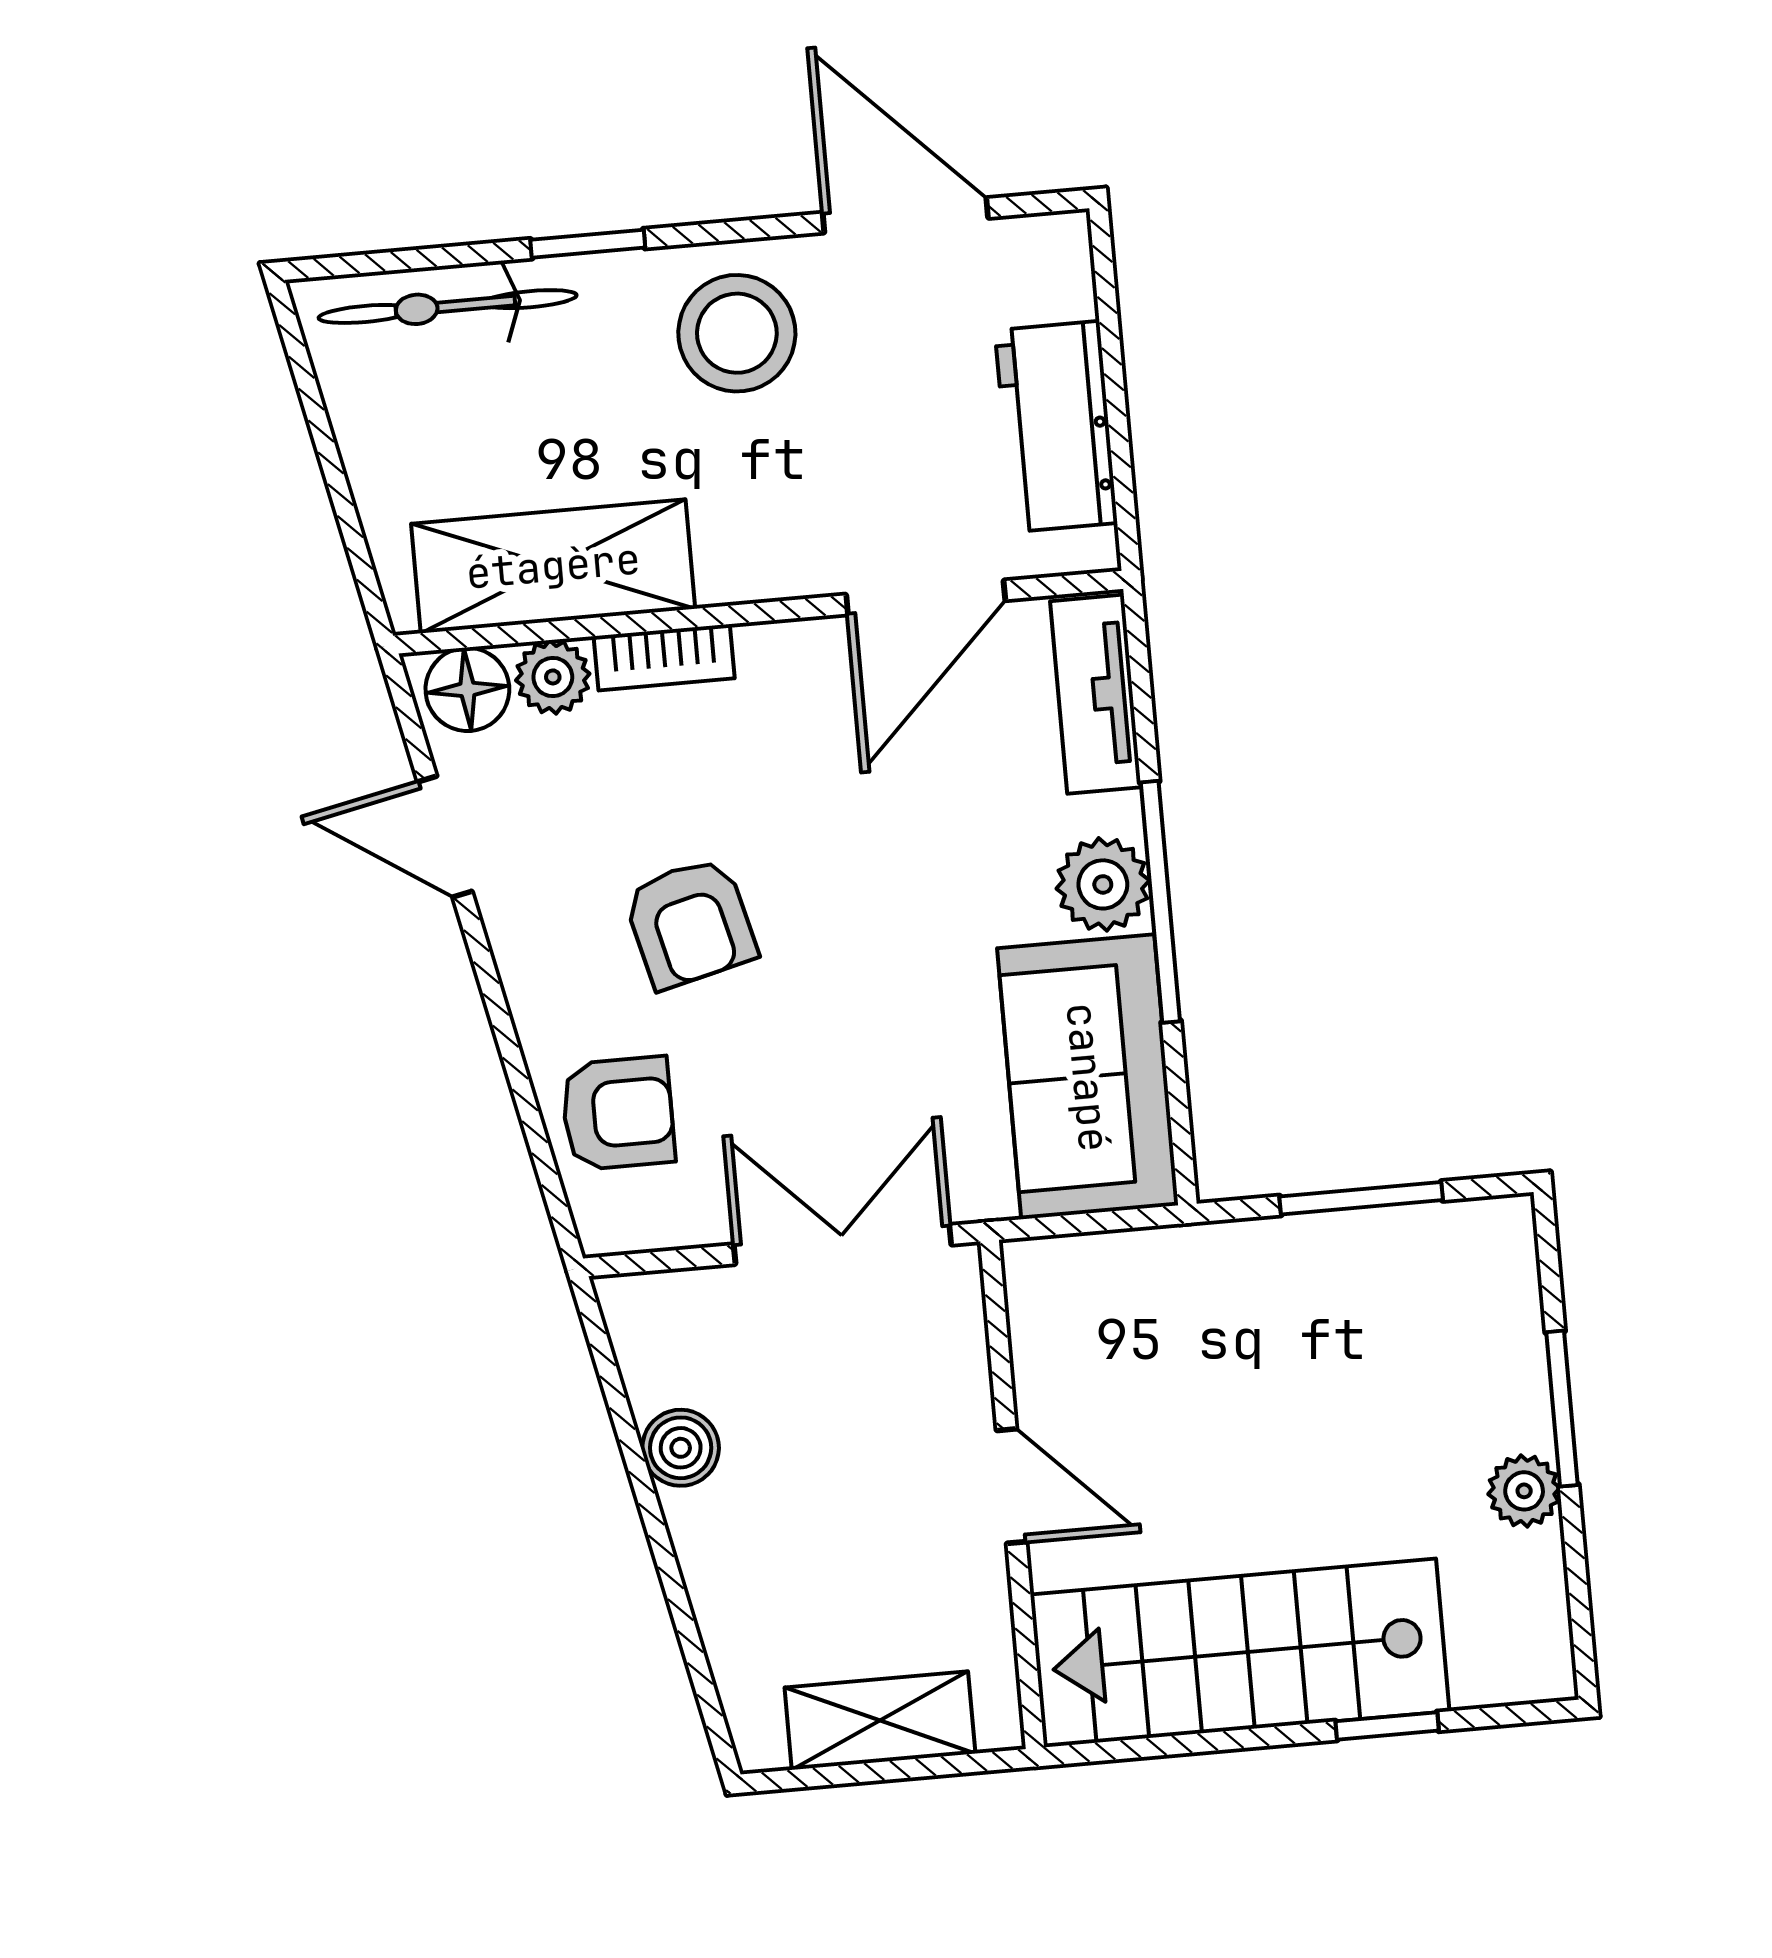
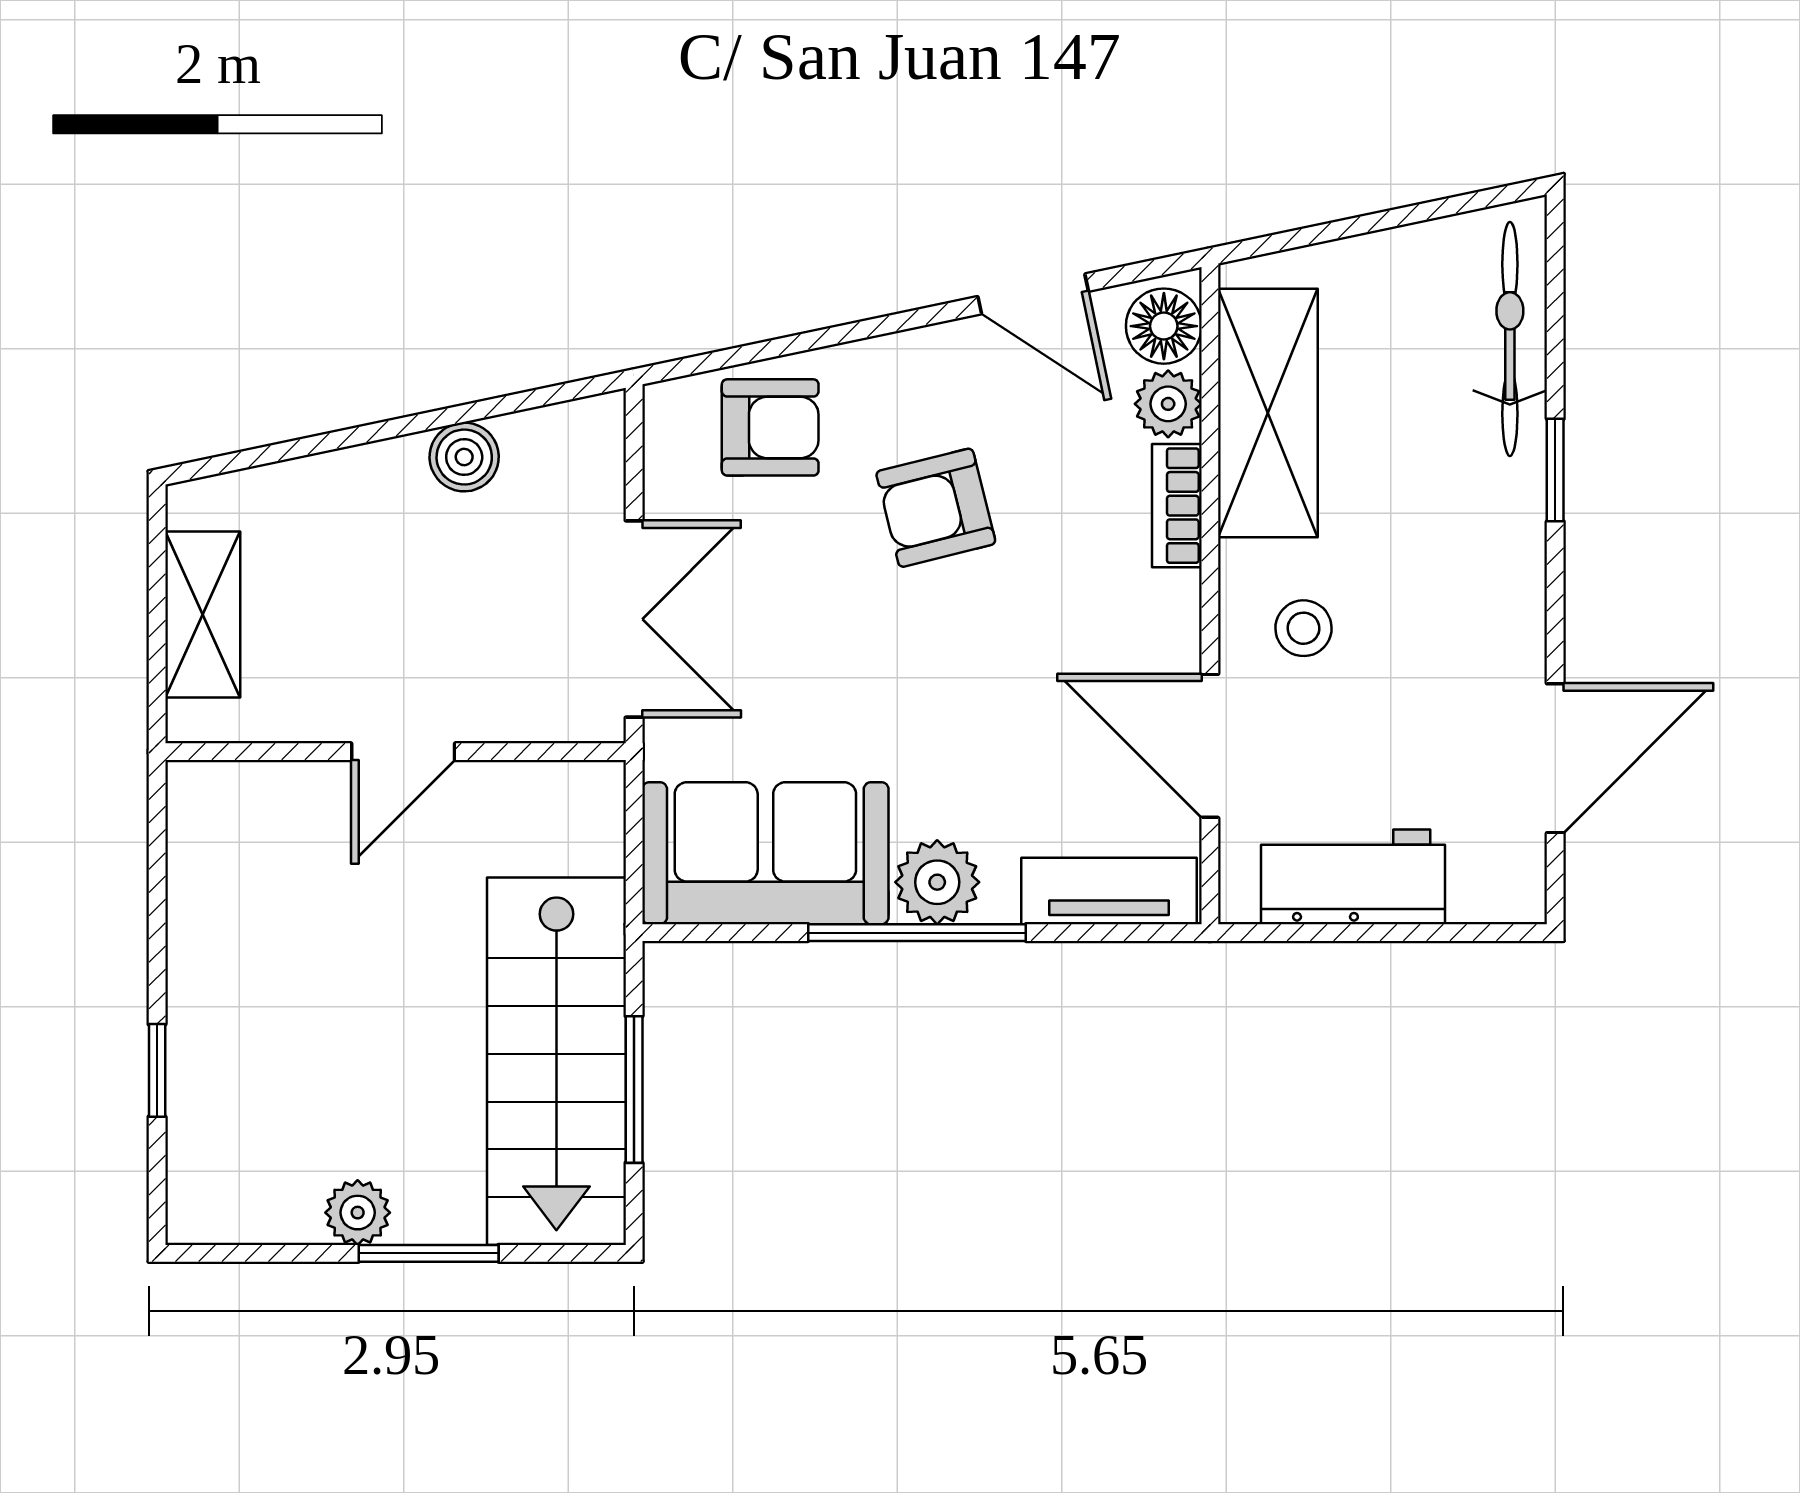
stool: (737, 333) -> (1304, 628), moved, width x0.53, depth x0.53
door: (445, 837) -> (1033, 294), swing flipped
armchair: (618, 1113) -> (770, 427), turned -90
stairs: (1240, 1653) -> (556, 1061), moved, turned 180

